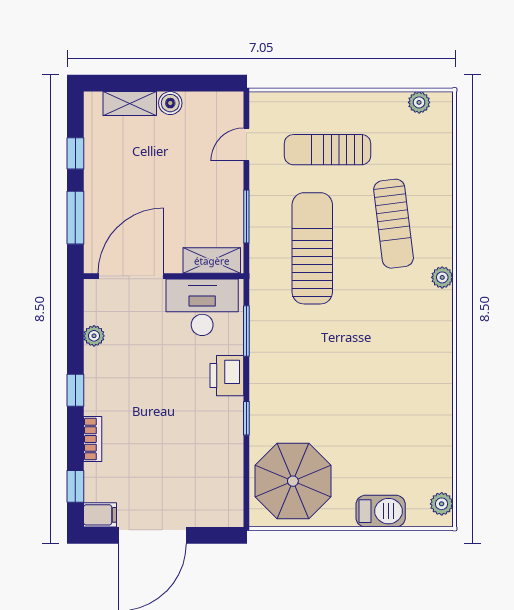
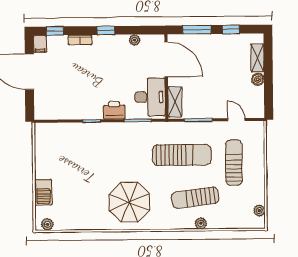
plant: (442, 277) -> (201, 223), moved
parasol: (293, 481) -> (129, 202), moved

